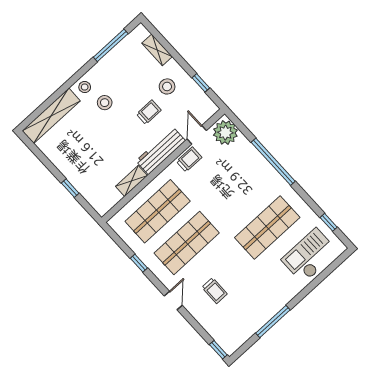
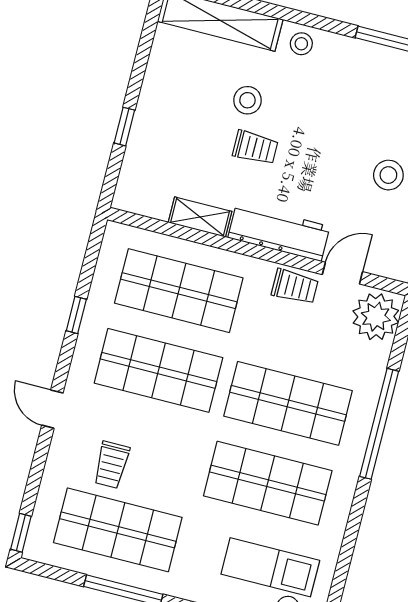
stool: (105, 103) -> (247, 100), moved
trolley: (149, 112) -> (255, 148), moved
shop shelf: (238, 196) -> (288, 403), added
window: (329, 222) -> (340, 576), removed
door: (173, 301) -> (52, 409), swing flipped
shop shelf: (245, 307) -> (118, 530), added

